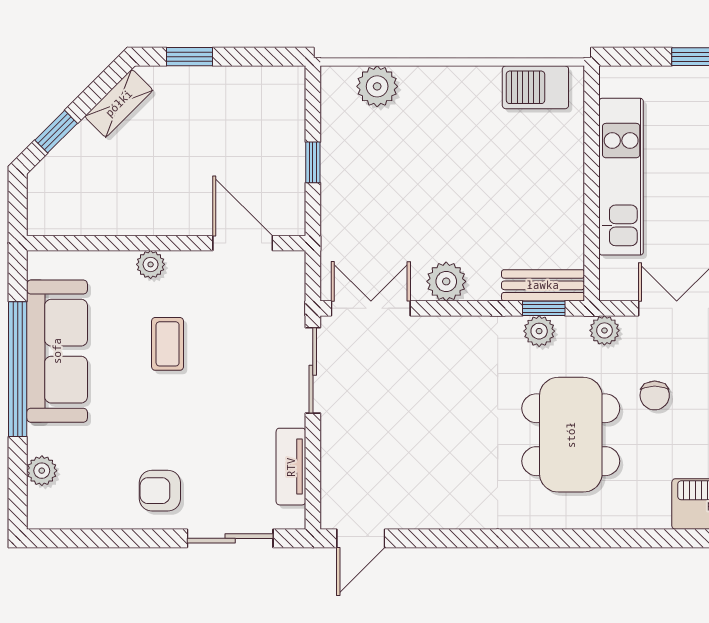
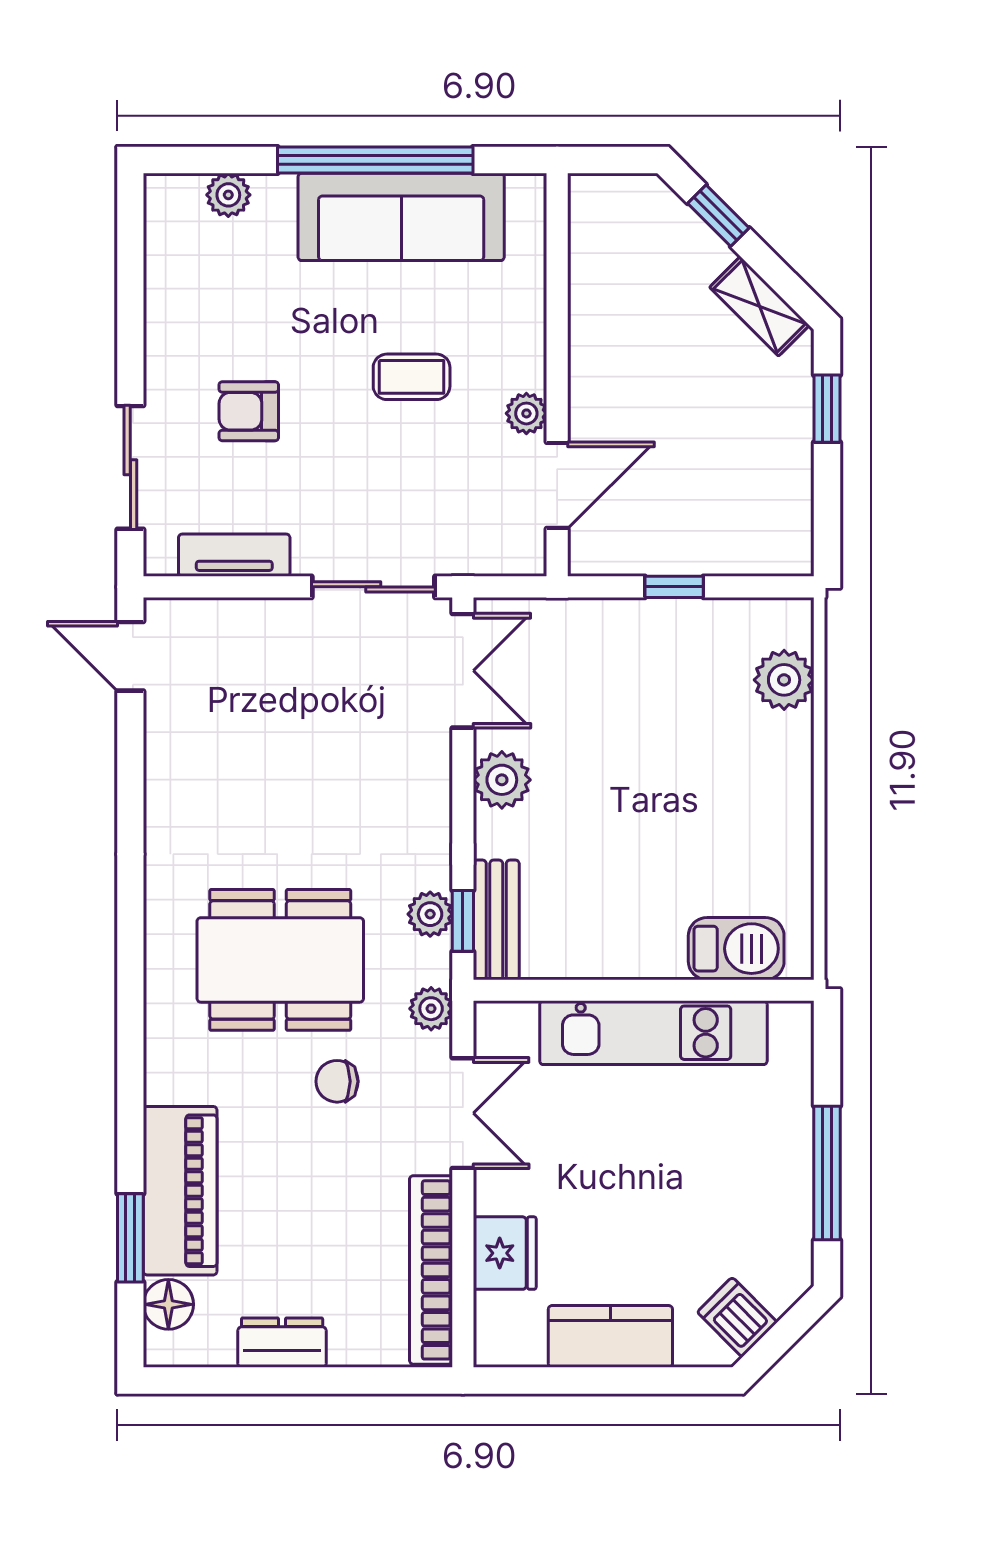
barbecue: (535, 87) -> (736, 949), moved, turned 90
plant: (151, 264) -> (526, 413), moved
armchair: (160, 491) -> (249, 411), moved, turned -90

